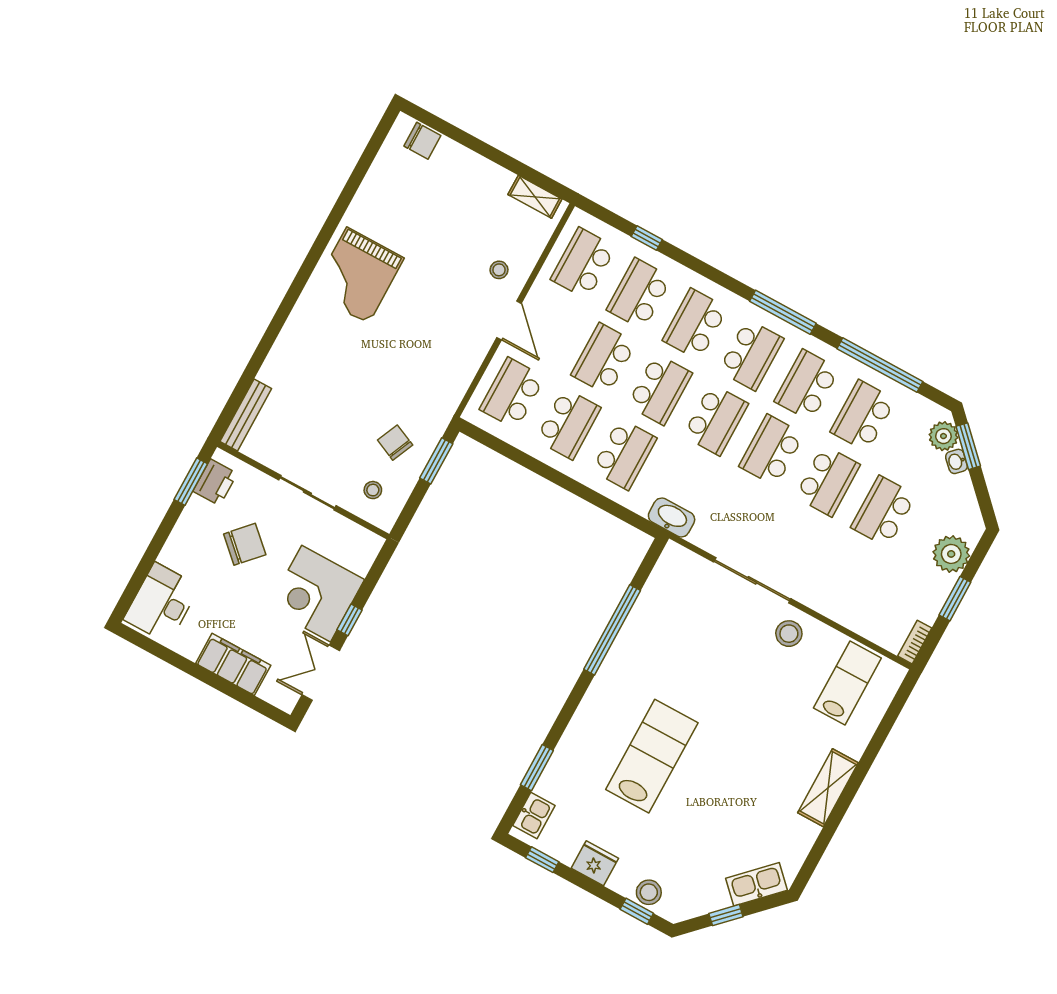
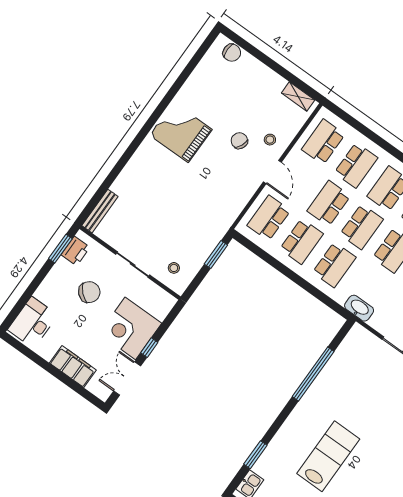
window: (647, 238) -> (365, 131), removed
grand piano: (358, 275) -> (181, 132), turned 90
school desk: (639, 294) -> (356, 165), turned 180
chair: (395, 443) -> (239, 141), moved

